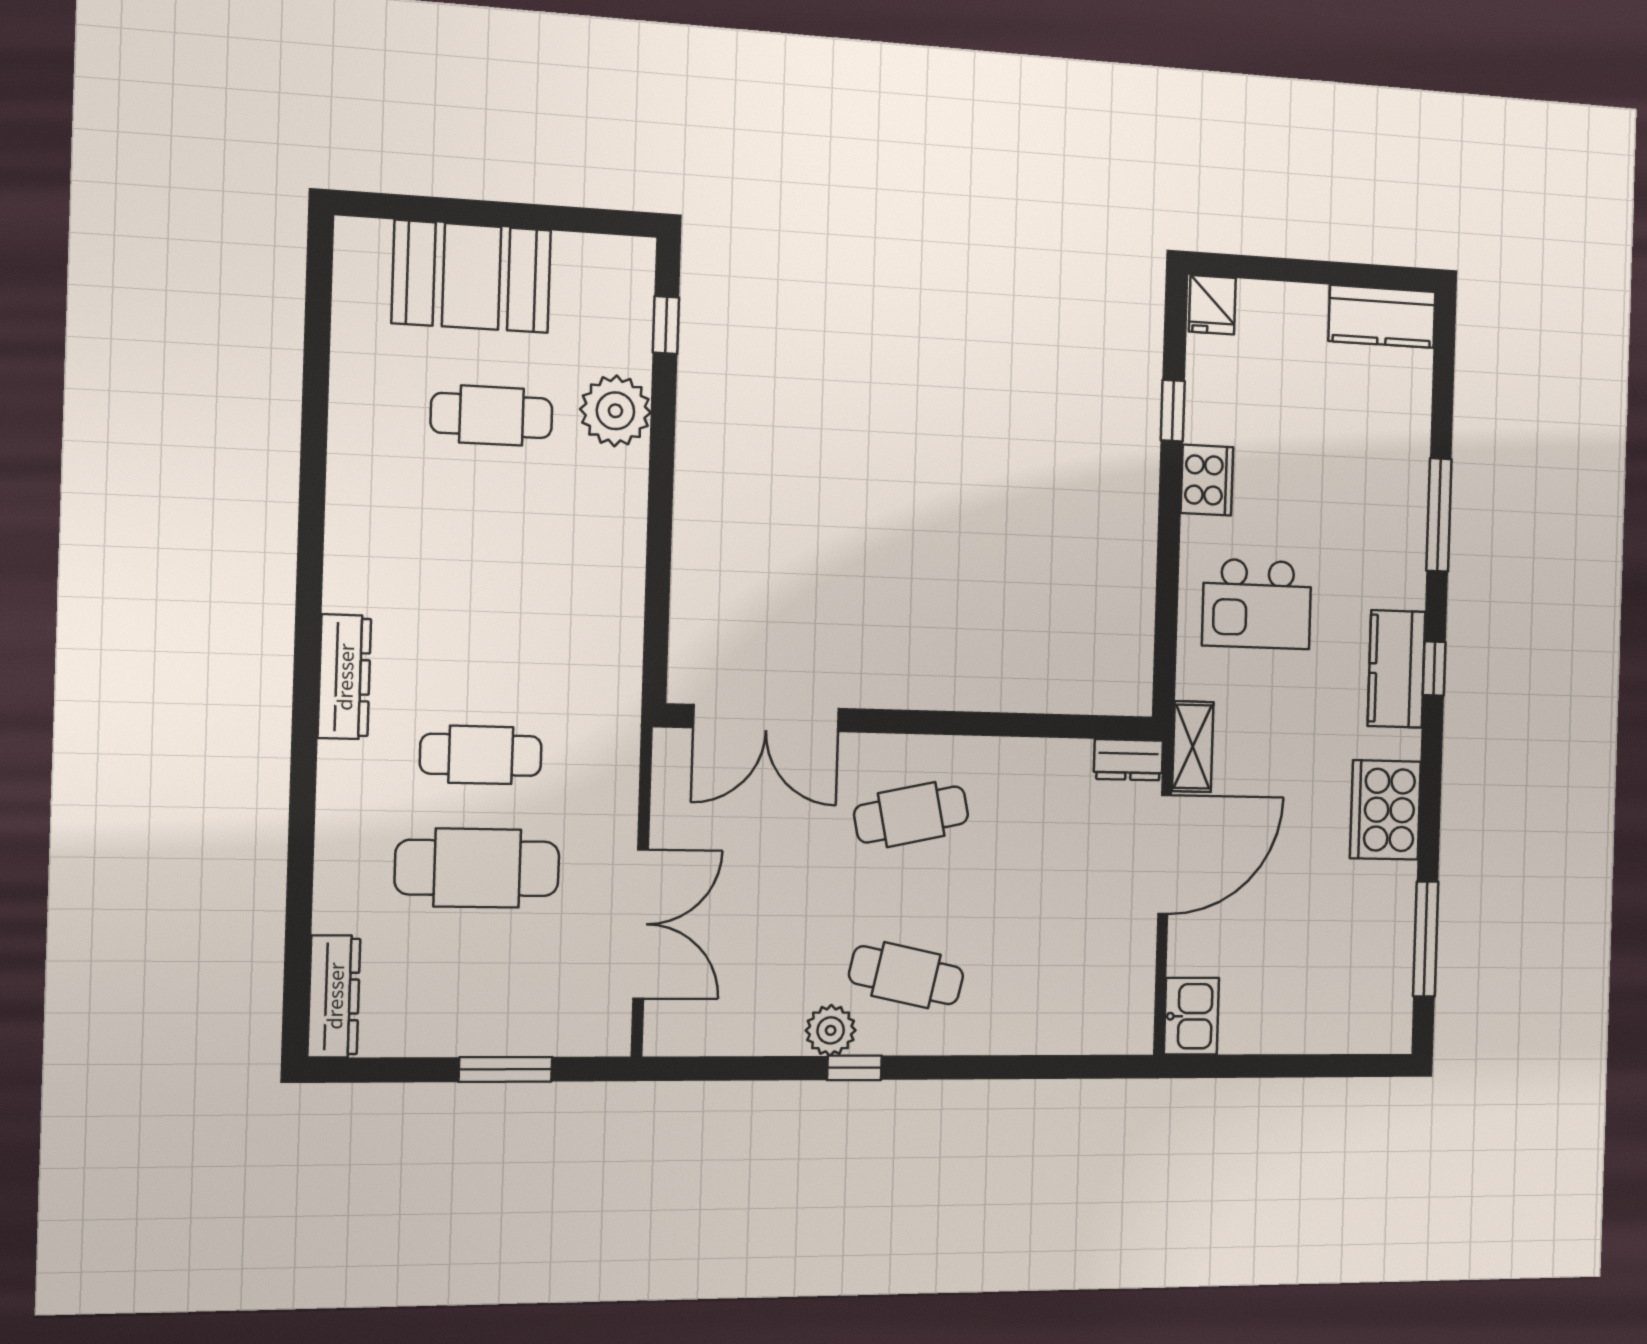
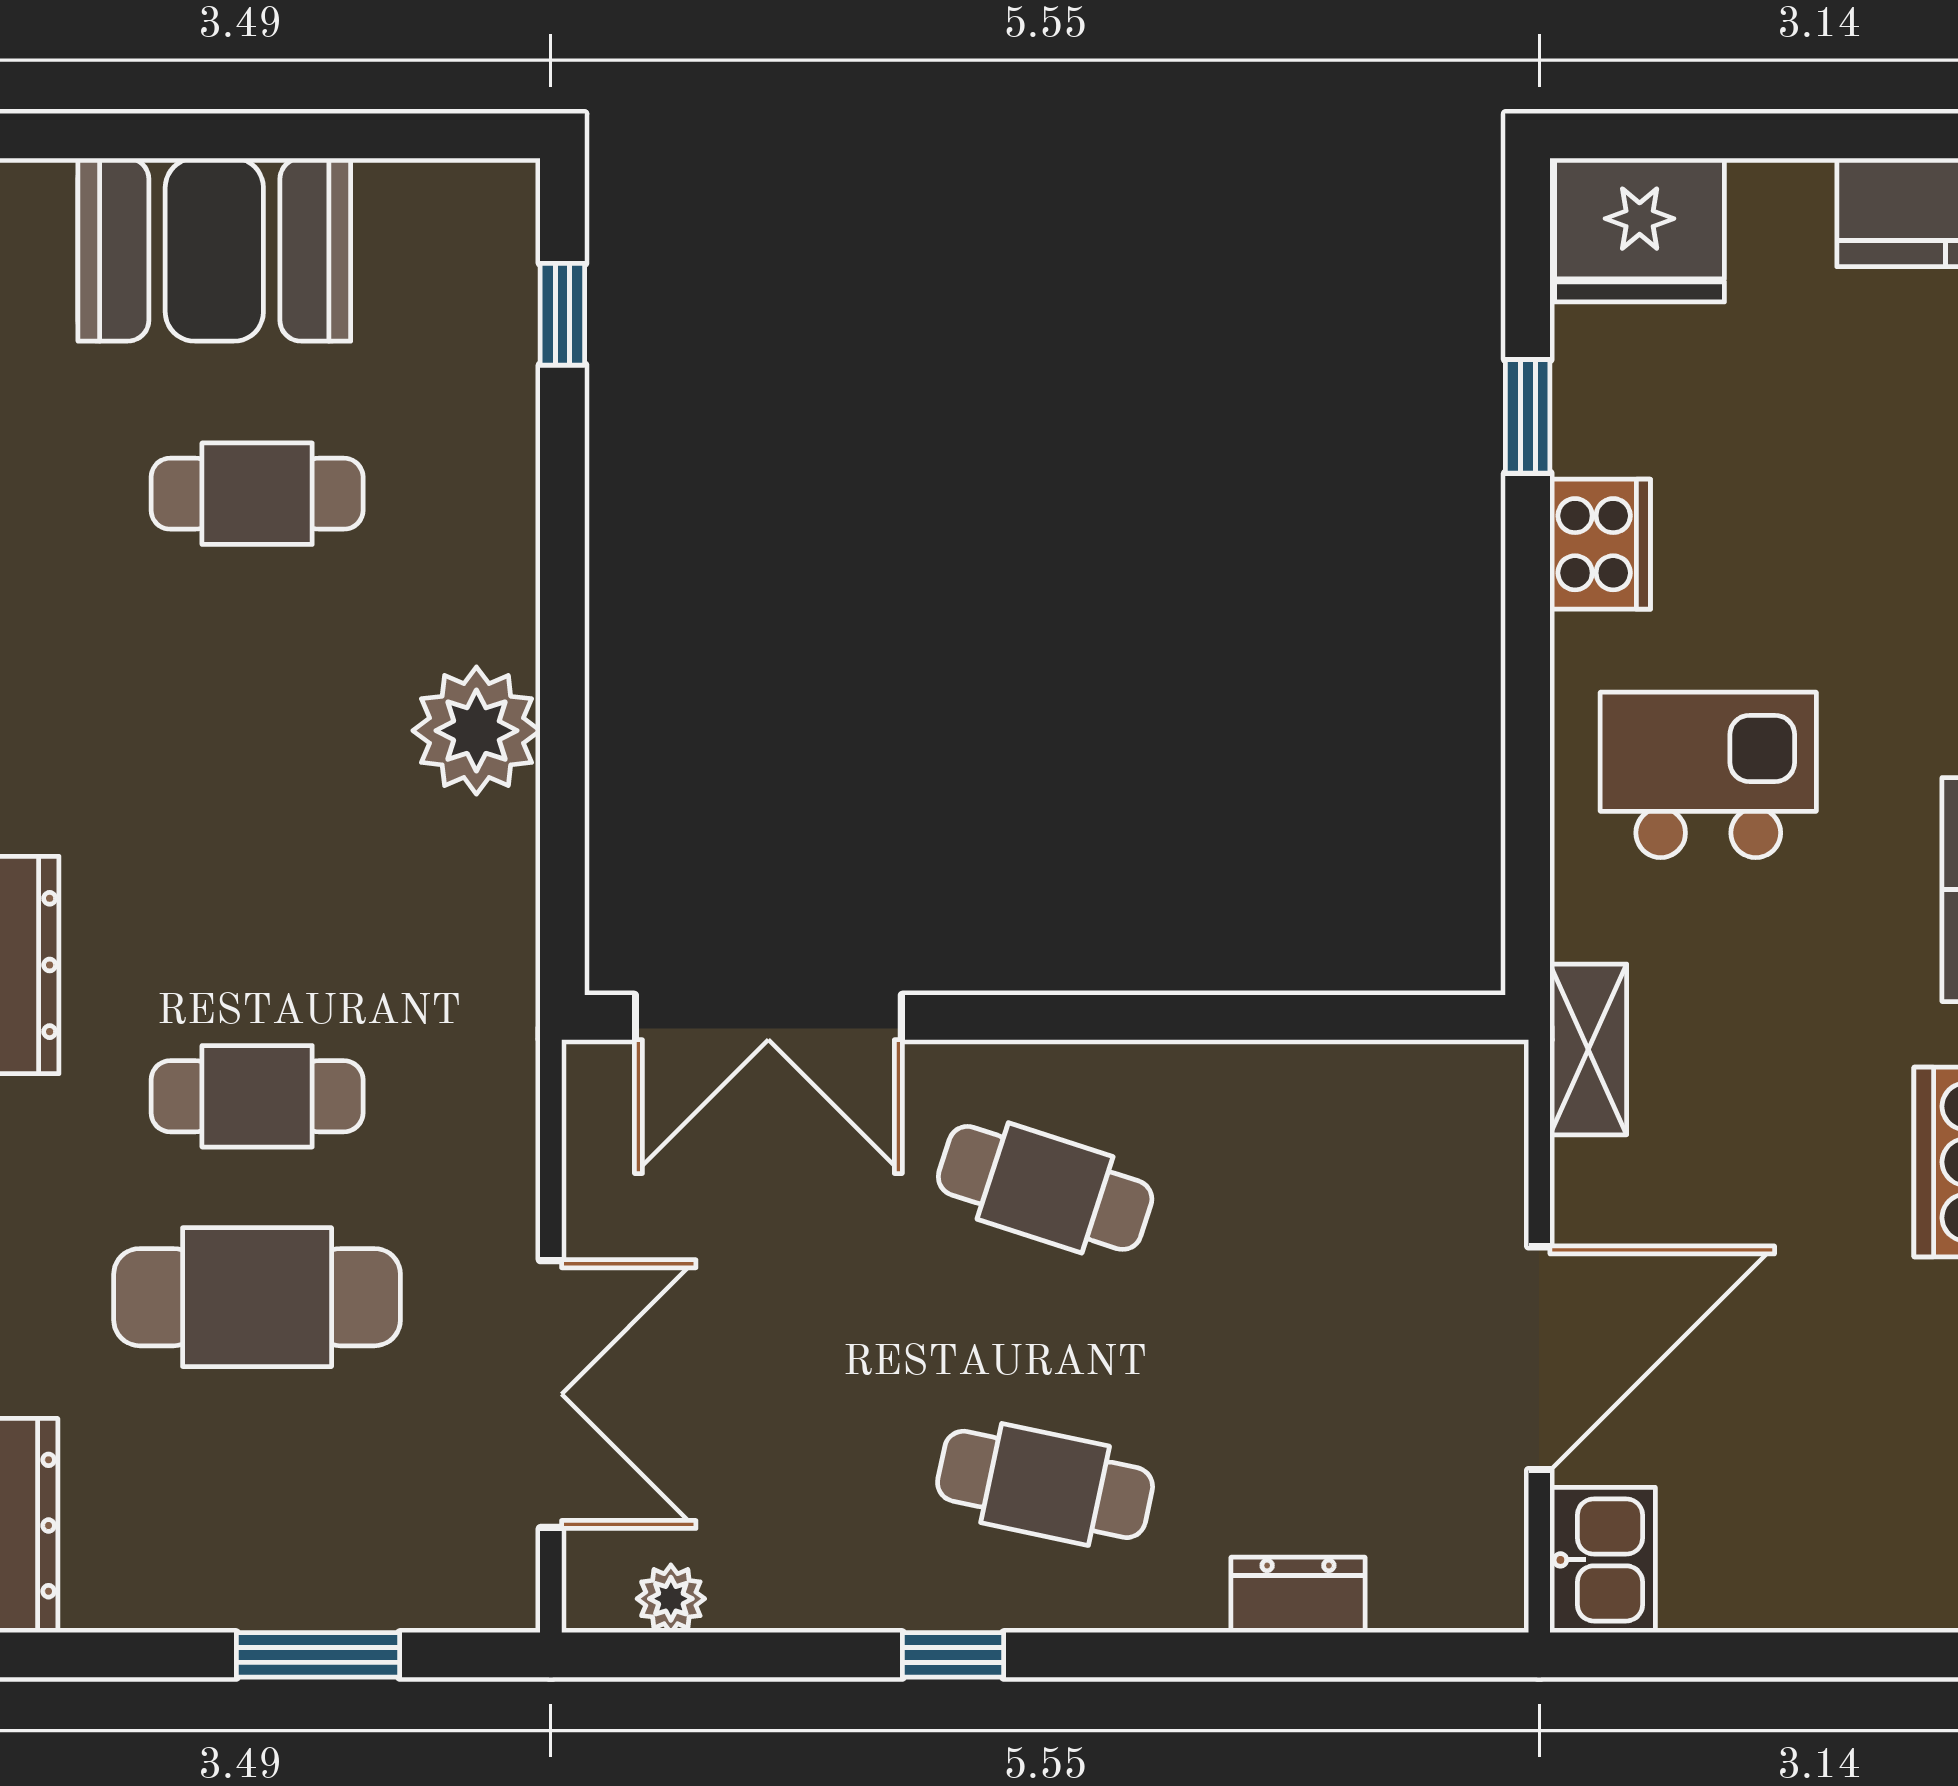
fridge: (1212, 305) -> (1640, 230), width x1.88, depth x1.34
plant: (615, 411) -> (476, 731), moved
kitchen island: (1257, 604) -> (1708, 775), turned 180
dresser: (1128, 760) -> (1298, 1595), moved, turned 180
cafe table: (911, 815) -> (1045, 1188), turned 30
door: (1165, 854) -> (1539, 1358), moved
plant: (831, 1030) -> (671, 1599), moved, width x0.73, depth x0.73

